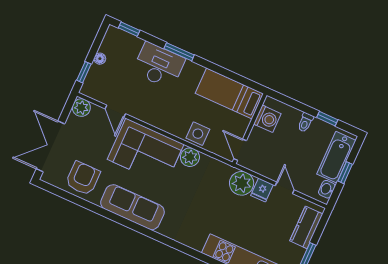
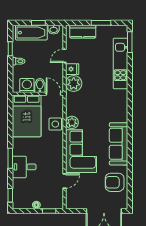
desk: (159, 65) -> (24, 167), width x0.73
bed: (229, 93) -> (27, 116), width x1.50
plant: (81, 108) -> (72, 203), removed
bidet: (260, 136) -> (40, 85), added
door: (240, 150) -> (53, 94), swing flipped

